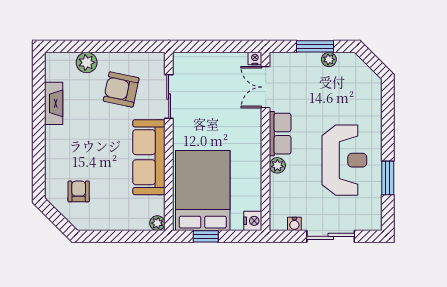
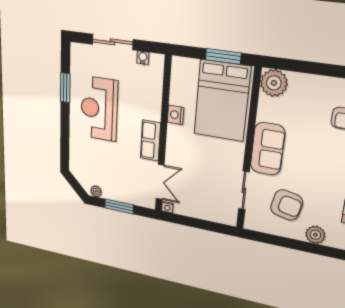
plant: (329, 59) -> (96, 191), moved
sofa: (149, 157) -> (268, 149), width x0.73
plant: (277, 165) -> (154, 113), removed
nightstand: (253, 221) -> (176, 115), moved
plant: (157, 223) -> (274, 83), width x1.88, depth x1.88
window: (206, 236) -> (223, 56), width x1.50

